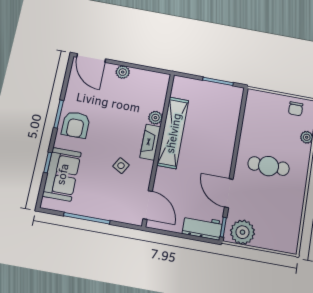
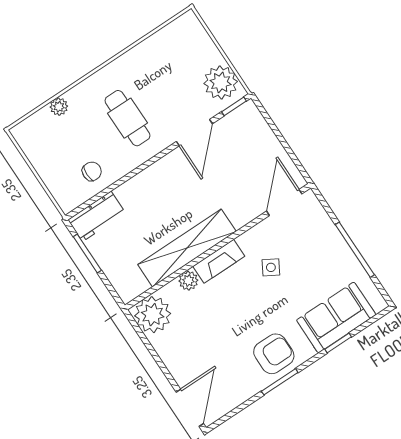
plant: (123, 72) -> (153, 315), moved, width x1.88, depth x1.88
chair: (296, 109) -> (92, 171), moved
workbench: (202, 227) -> (97, 216), moved, turned -90

